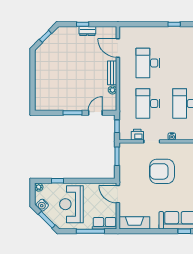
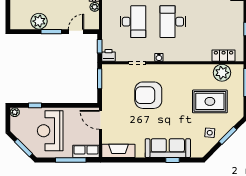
plant: (61, 103) -> (39, 21), added
desk: (148, 104) -> (133, 22), turned 180
printer: (137, 135) -> (109, 55), moved
water cooler: (42, 205) -> (19, 132), removed

